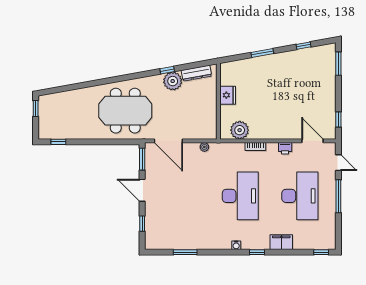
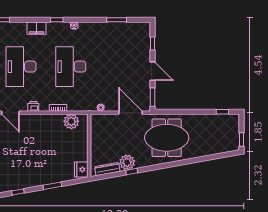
fridge: (228, 95) -> (81, 170), moved

